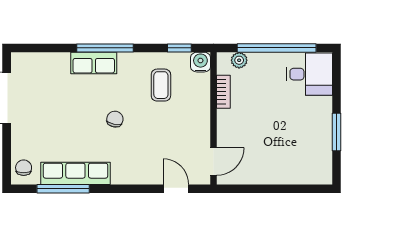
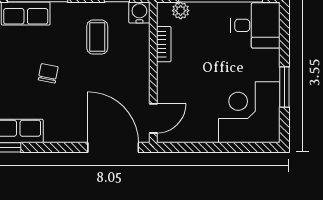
corner desk: (303, 156) -> (249, 112), added
door: (176, 189) -> (113, 147), width x1.87

